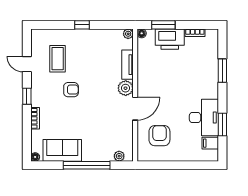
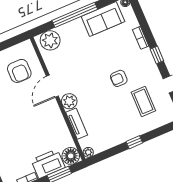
floor lamp: (142, 33) -> (71, 156), width x1.89, depth x1.89
plant: (119, 156) -> (50, 40), width x1.88, depth x1.88

